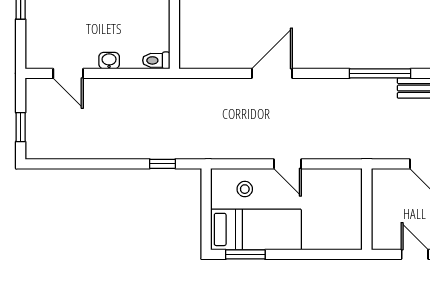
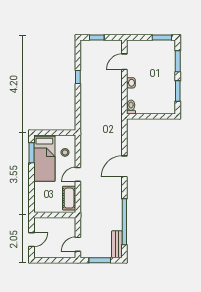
door: (272, 73) -> (124, 166), swing flipped
window: (380, 73) -> (124, 222), width x1.46
window: (162, 164) -> (78, 77), moved
cot: (334, 181) -> (69, 198), added

